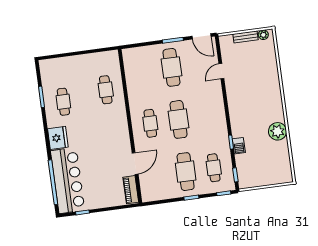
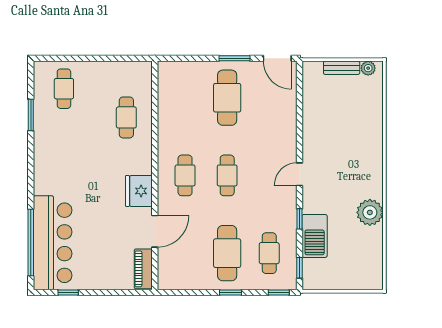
door: (221, 71) -> (299, 174), moved
cafe table: (63, 102) -> (64, 89), moved
cafe table: (179, 119) -> (227, 175), width x0.73, depth x0.74
fridge: (58, 138) -> (139, 191), moved, turned 180
barbecue: (239, 146) -> (315, 236), width x1.88, depth x1.53

